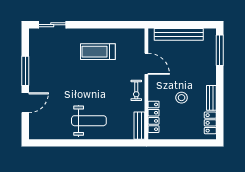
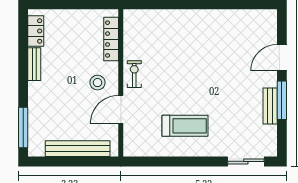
door: (146, 64) -> (121, 110), hinge flipped
stool: (182, 98) -> (97, 83), moved
weight bench: (89, 121) -> (197, 34), removed
bench: (139, 126) -> (270, 106), moved

